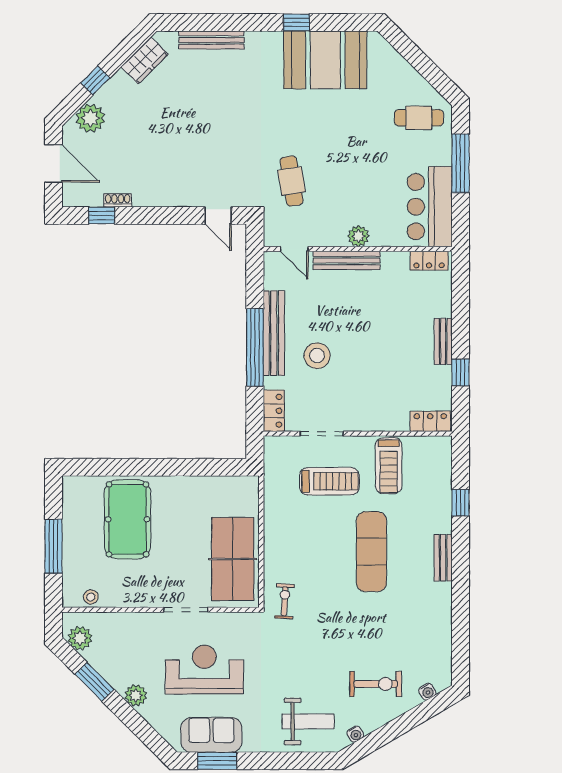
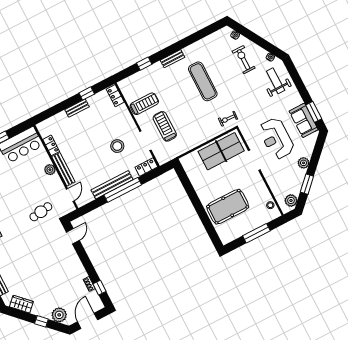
locker: (429, 261) -> (51, 145), moved
stool: (317, 356) -> (117, 146), moved
exercise mat: (371, 552) -> (203, 81), moved, turned 90

